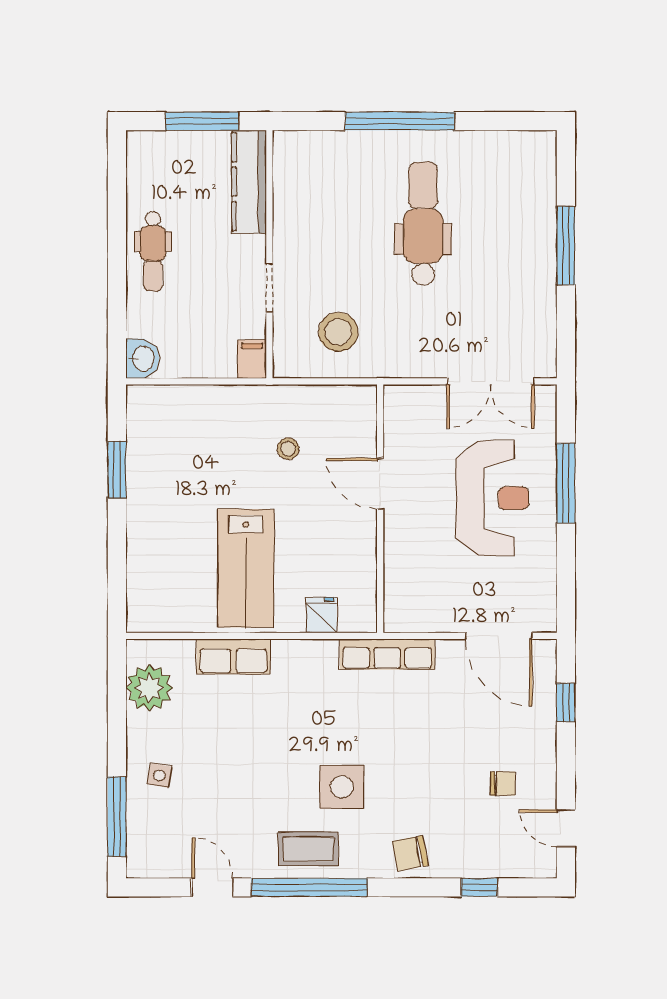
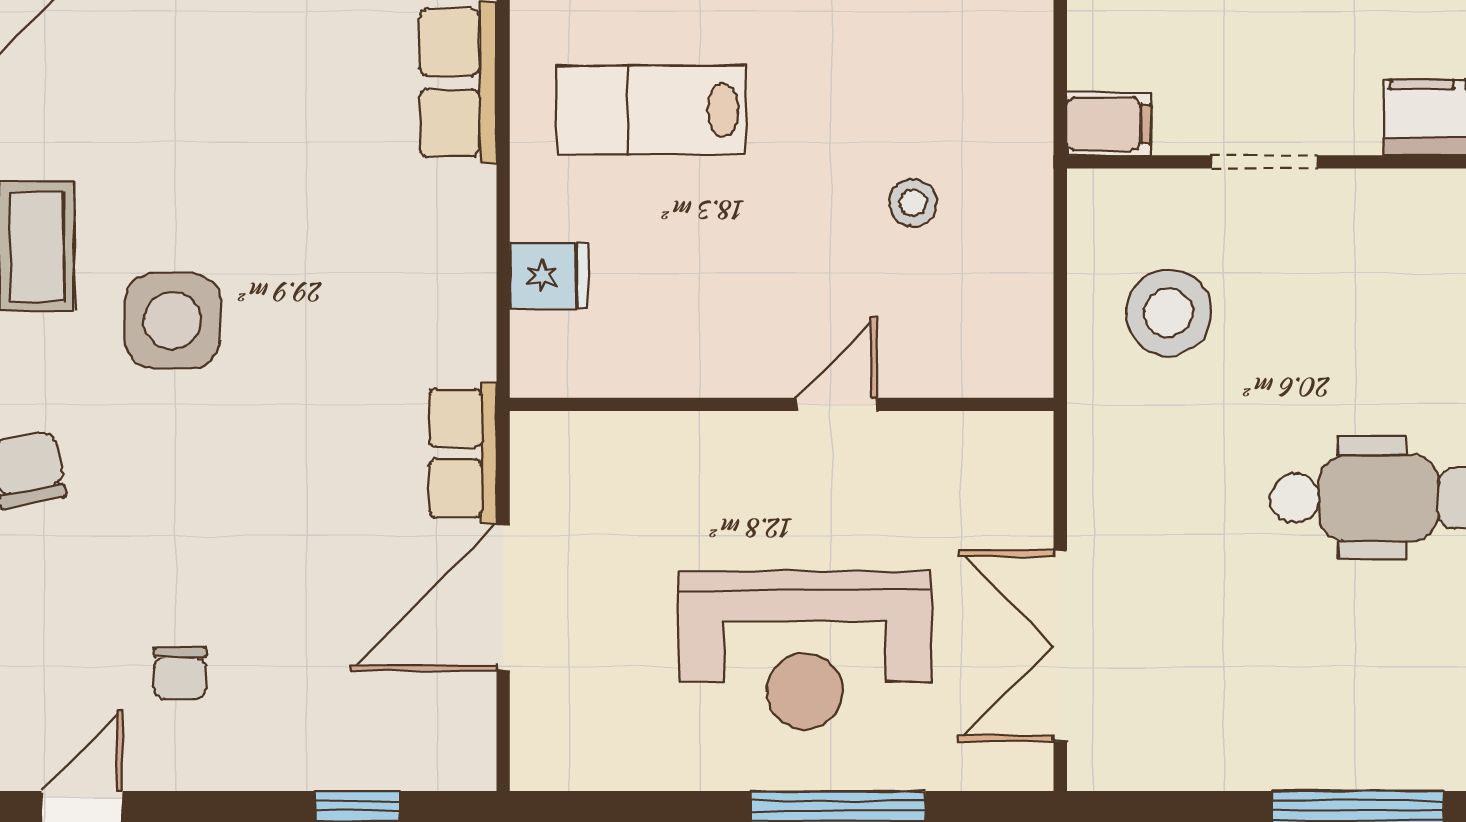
door: (380, 484) -> (836, 404), width x0.73
lab bench: (246, 568) -> (651, 110), width x0.73, depth x0.72
door: (499, 636) -> (503, 597), moved
row of seats: (387, 654) -> (463, 453), width x0.68

